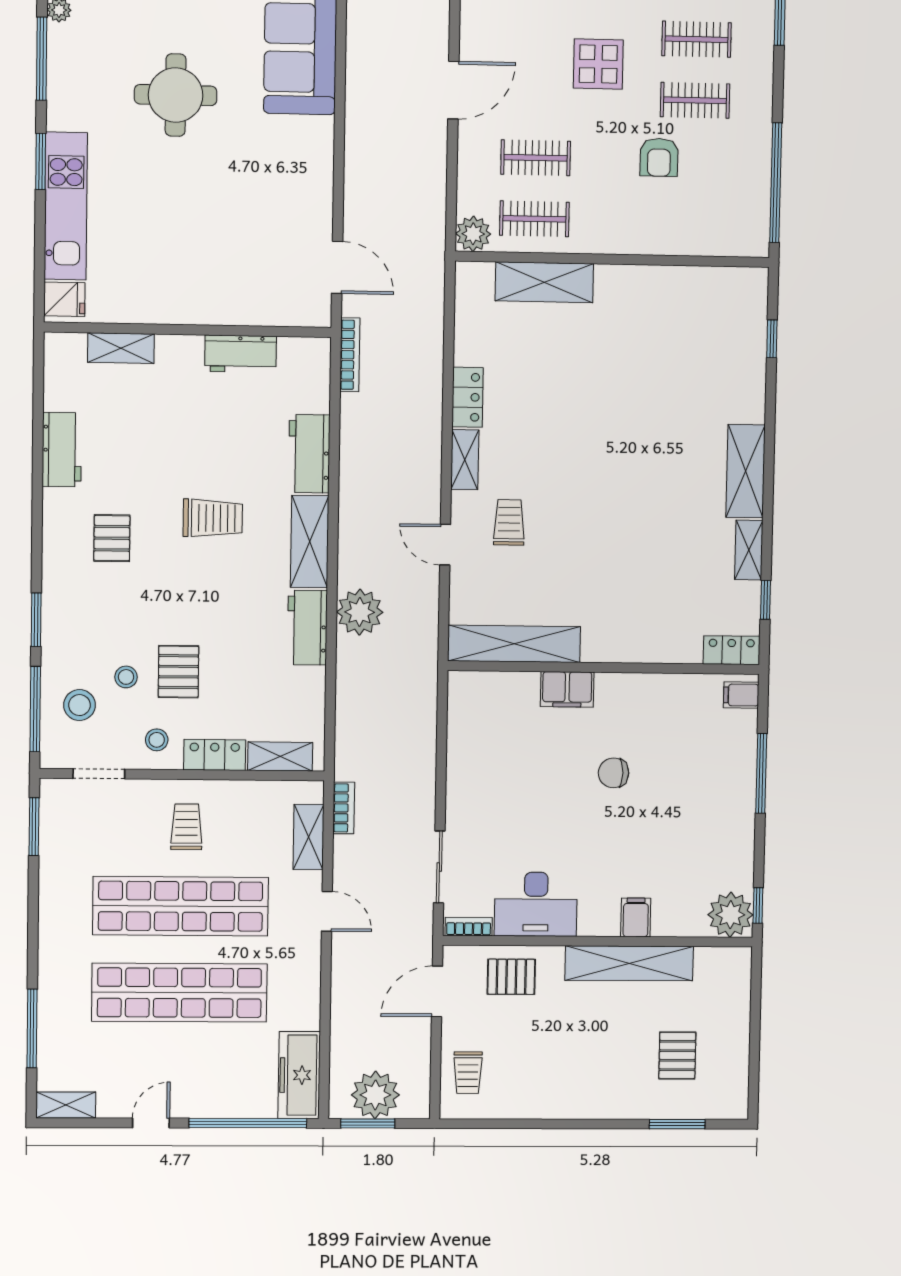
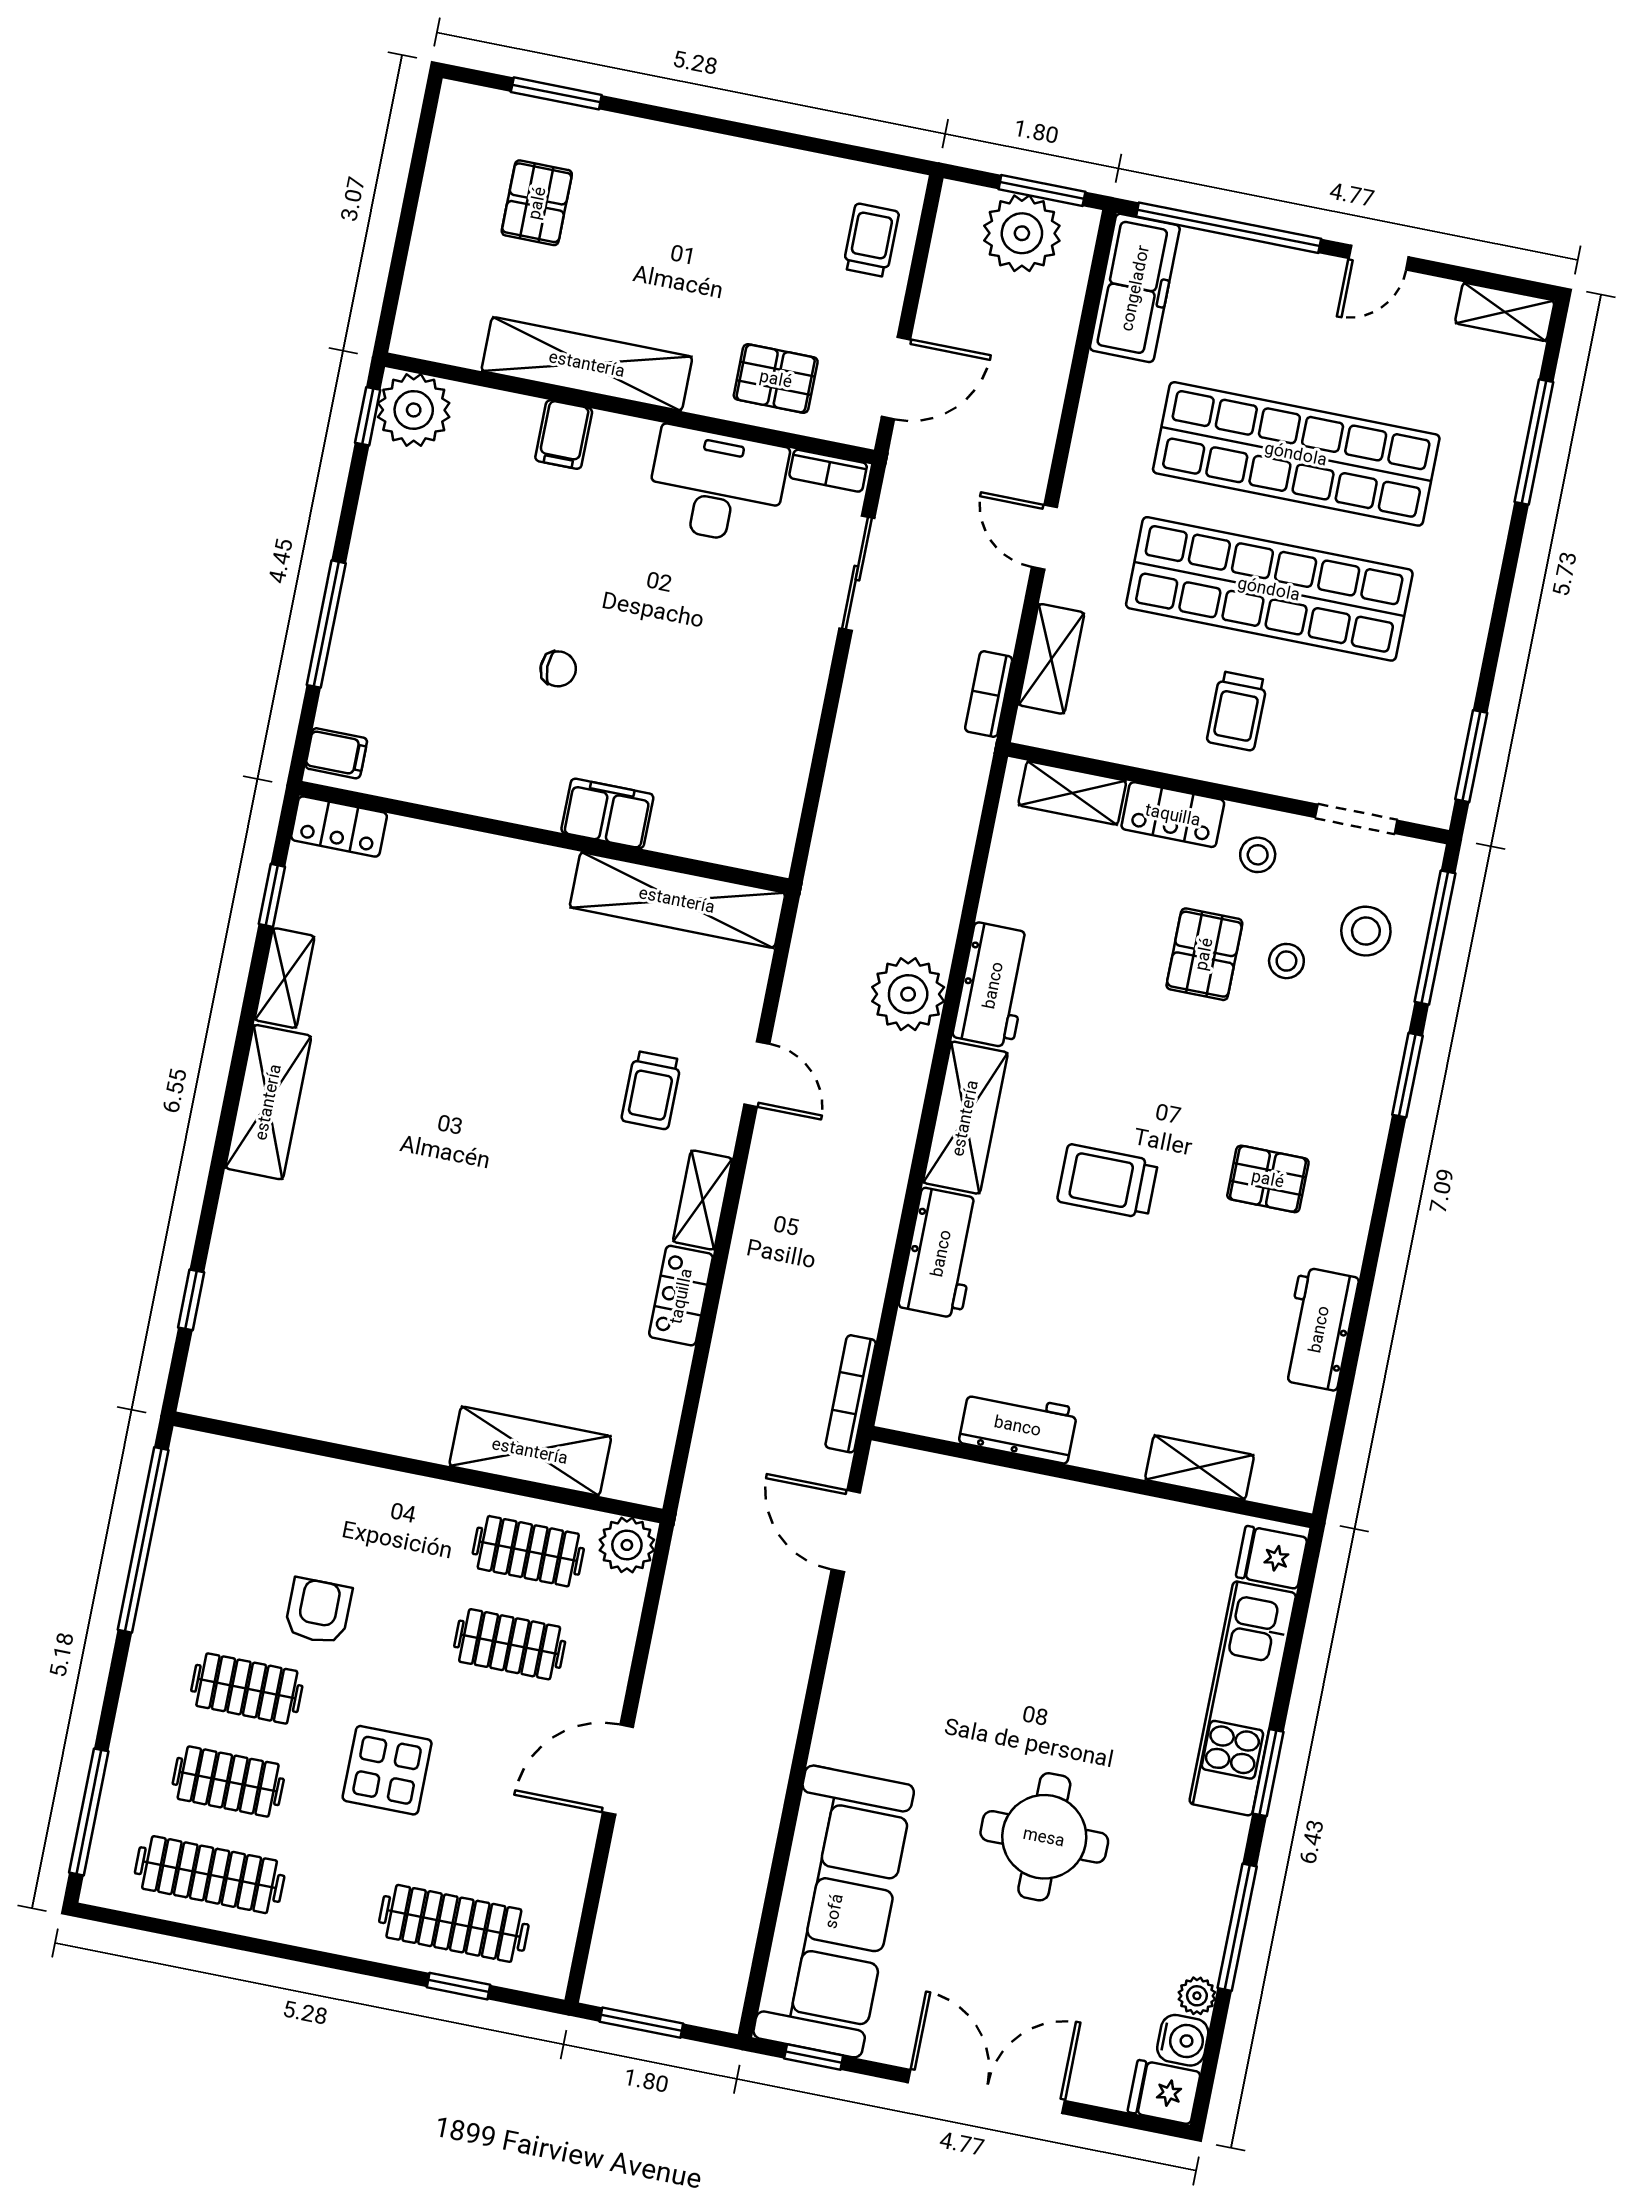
pallet: (112, 538) -> (1268, 1179), turned 90
chair: (614, 773) -> (558, 669), width x0.73, depth x0.73

